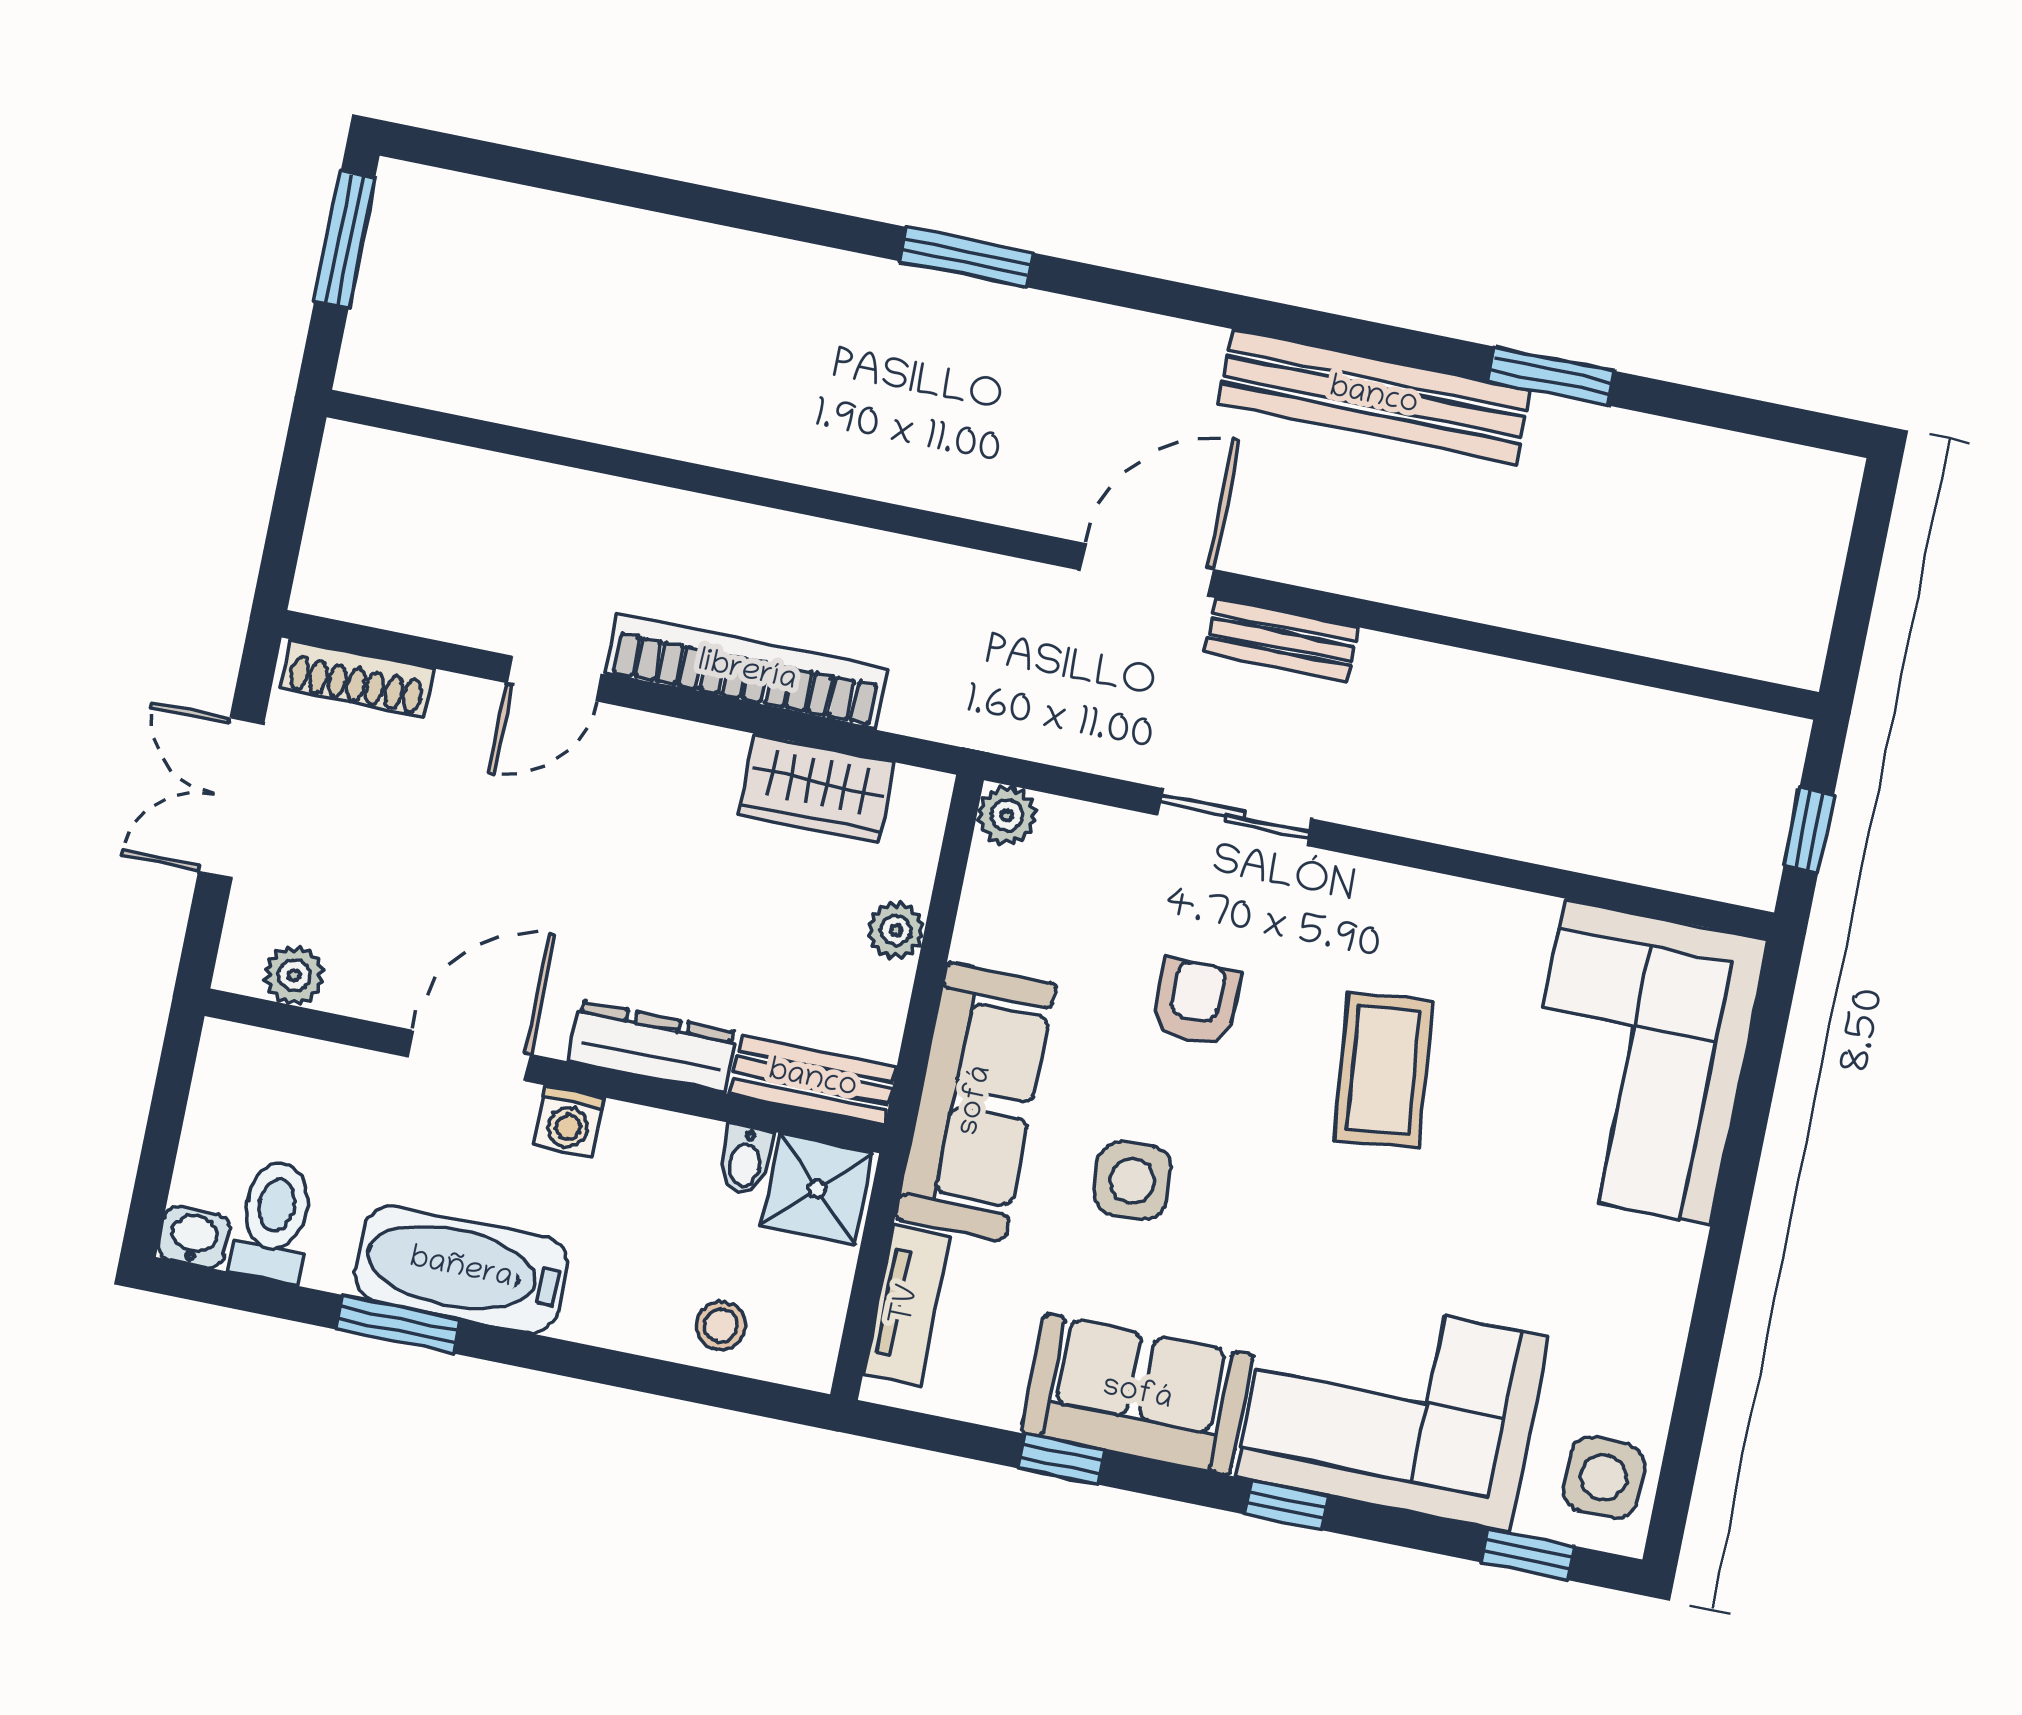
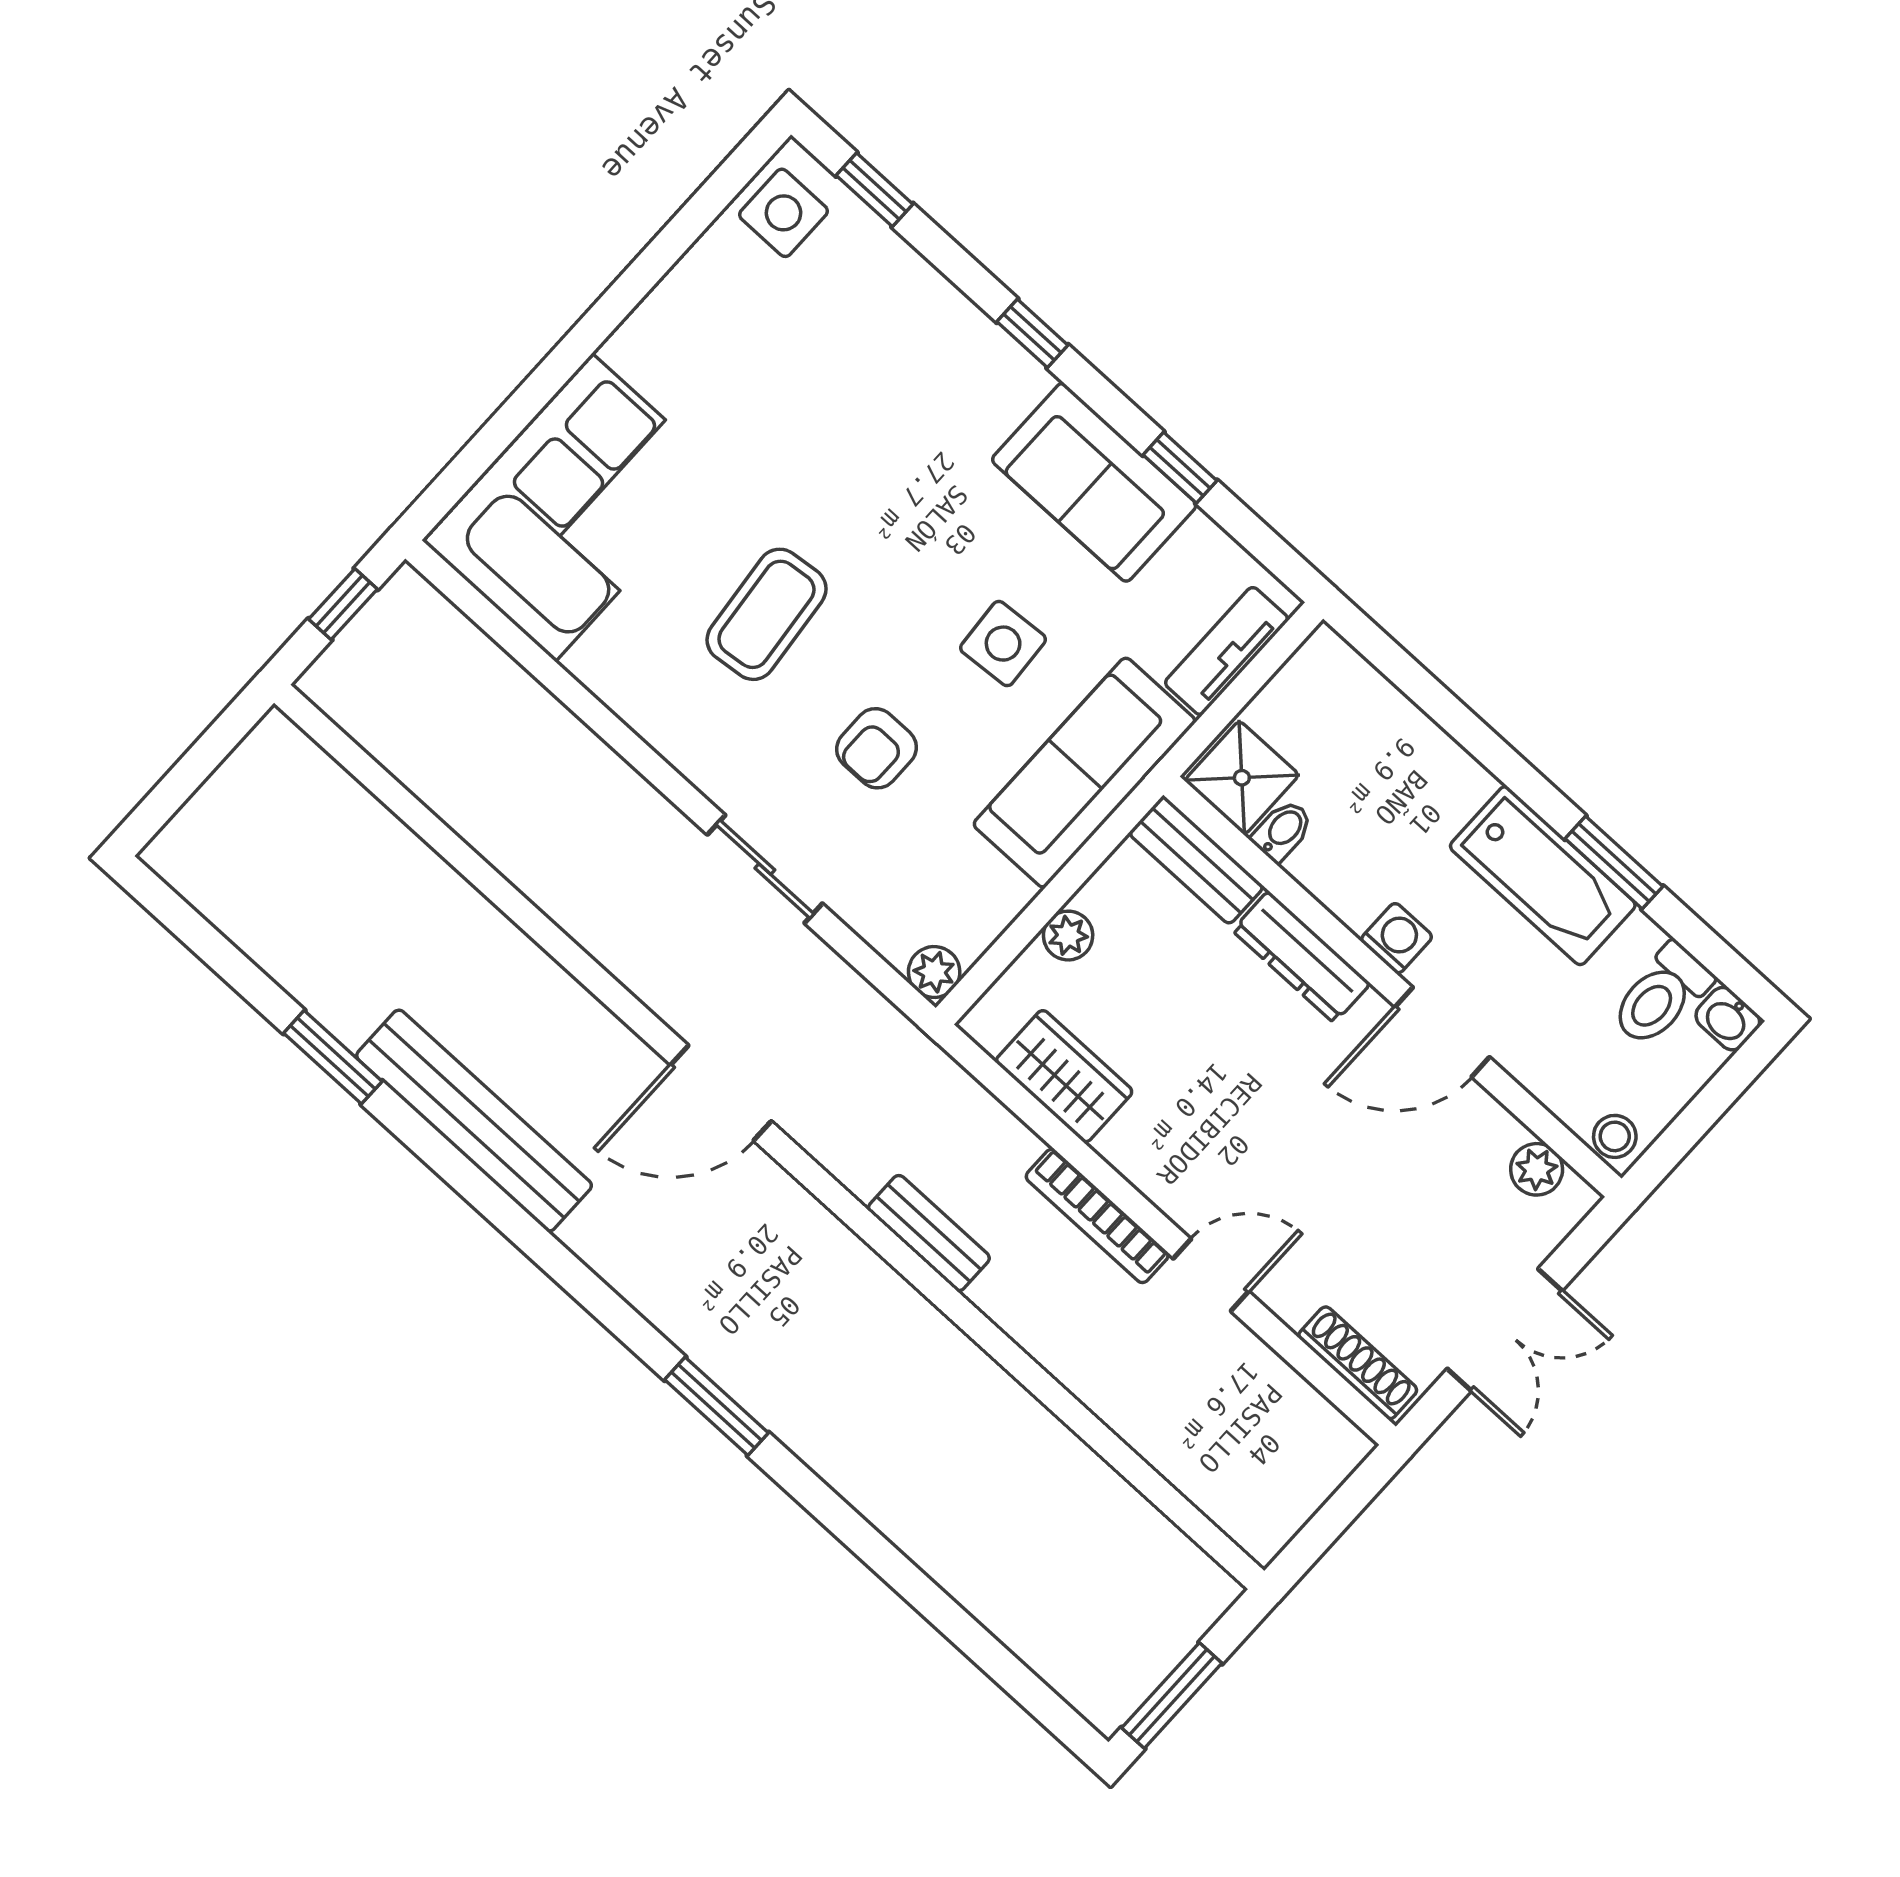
bench: (1281, 640) -> (929, 1233), moved
bookcase: (747, 672) -> (1097, 1216), width x0.68, depth x0.76
stool: (721, 1326) -> (1615, 1136), moved
corner sofa: (1392, 1407) -> (910, 360), removed

